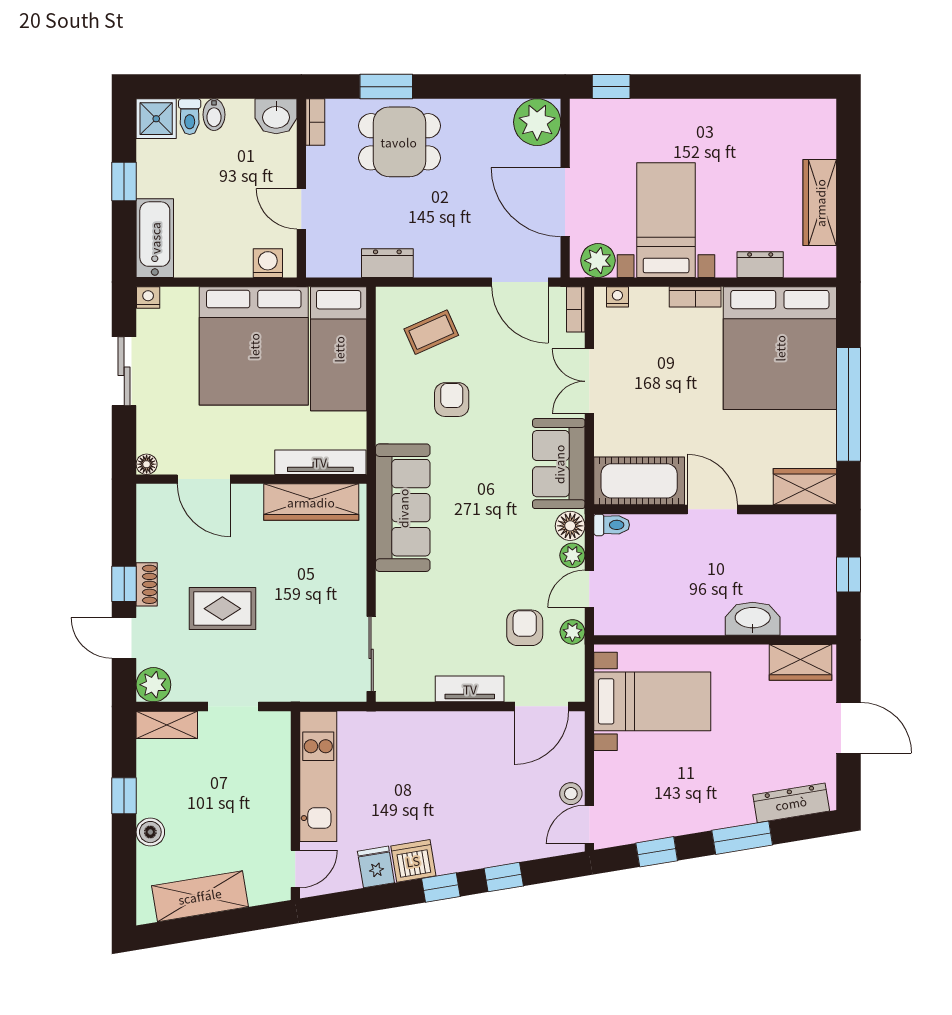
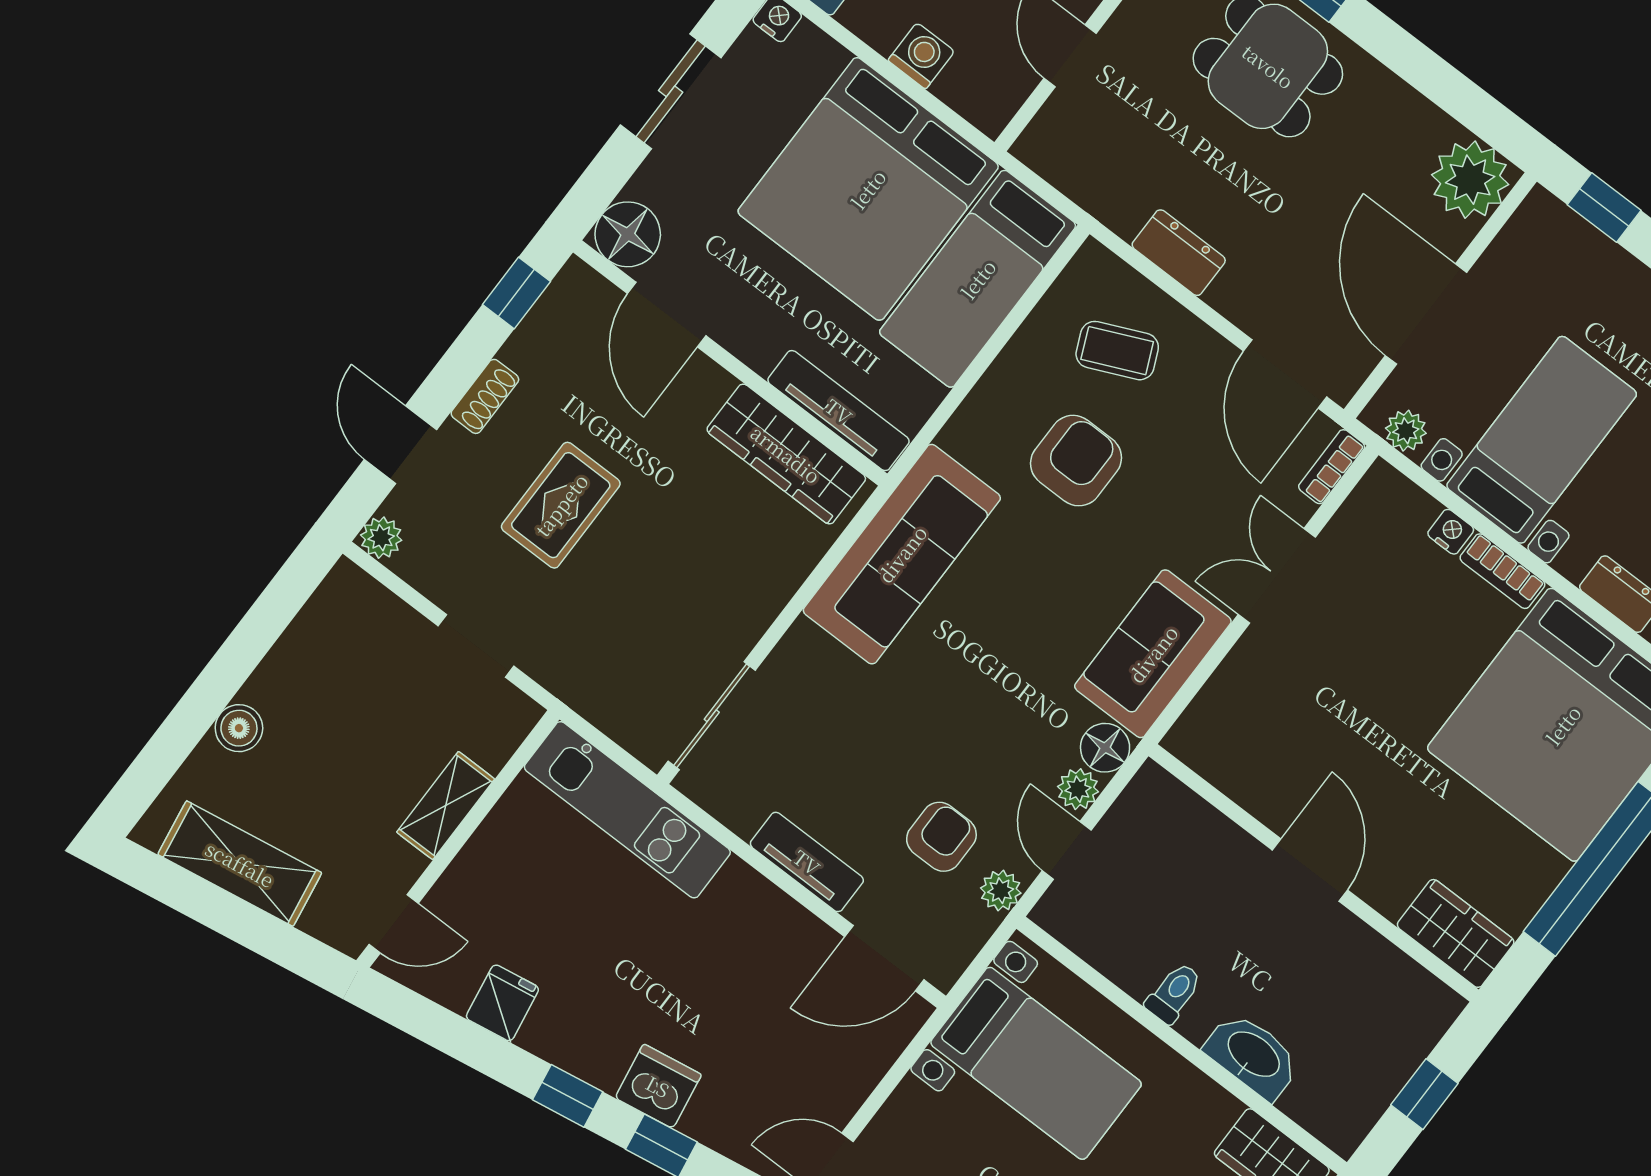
plant: (598, 261) -> (1406, 431), width x0.73, depth x0.73
washing machine: (268, 263) -> (921, 56), moved
dresser: (387, 263) -> (1179, 253), moved
nightstand: (617, 297) -> (1451, 532), moved
armchair: (452, 400) -> (1076, 461), width x1.38, depth x1.38
floor lamp: (147, 464) -> (628, 234), width x1.89, depth x1.89
cot: (639, 481) -> (1242, 758), removed
toilet: (612, 525) -> (1174, 993), moved, turned -90
window: (124, 584) -> (516, 293), moved
door: (589, 589) -> (1067, 850), hinge flipped
rug: (222, 609) -> (561, 505), turned 90
plant: (153, 685) -> (381, 538), width x0.73, depth x0.73
shelving: (167, 725) -> (446, 806), moved, turned 90
kitchen unit: (318, 776) -> (627, 810), moved, turned 90
stool: (571, 794) -> (835, 1103), removed
window: (124, 796) -> (241, 653), removed
dishwasher: (413, 861) -> (658, 1086), moved

